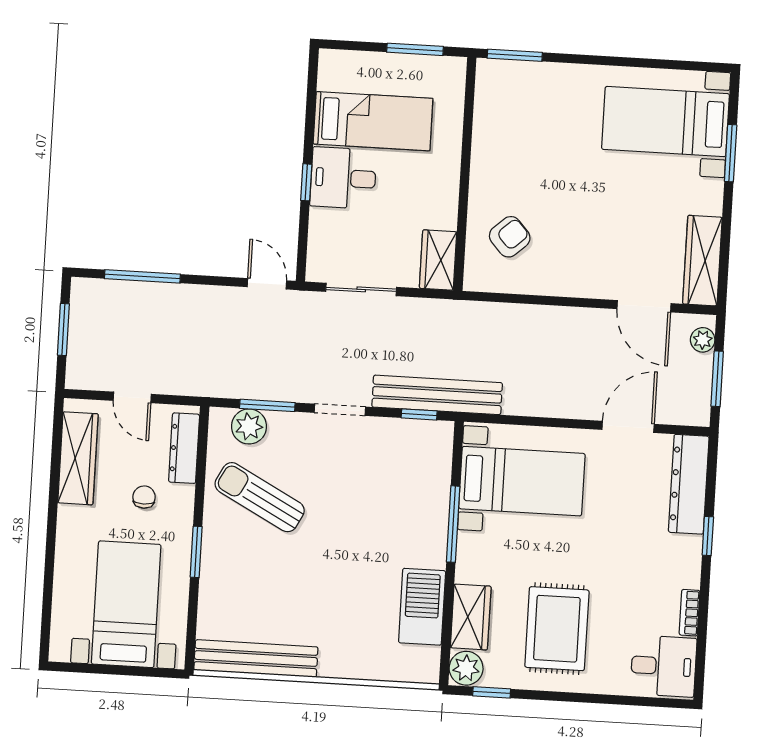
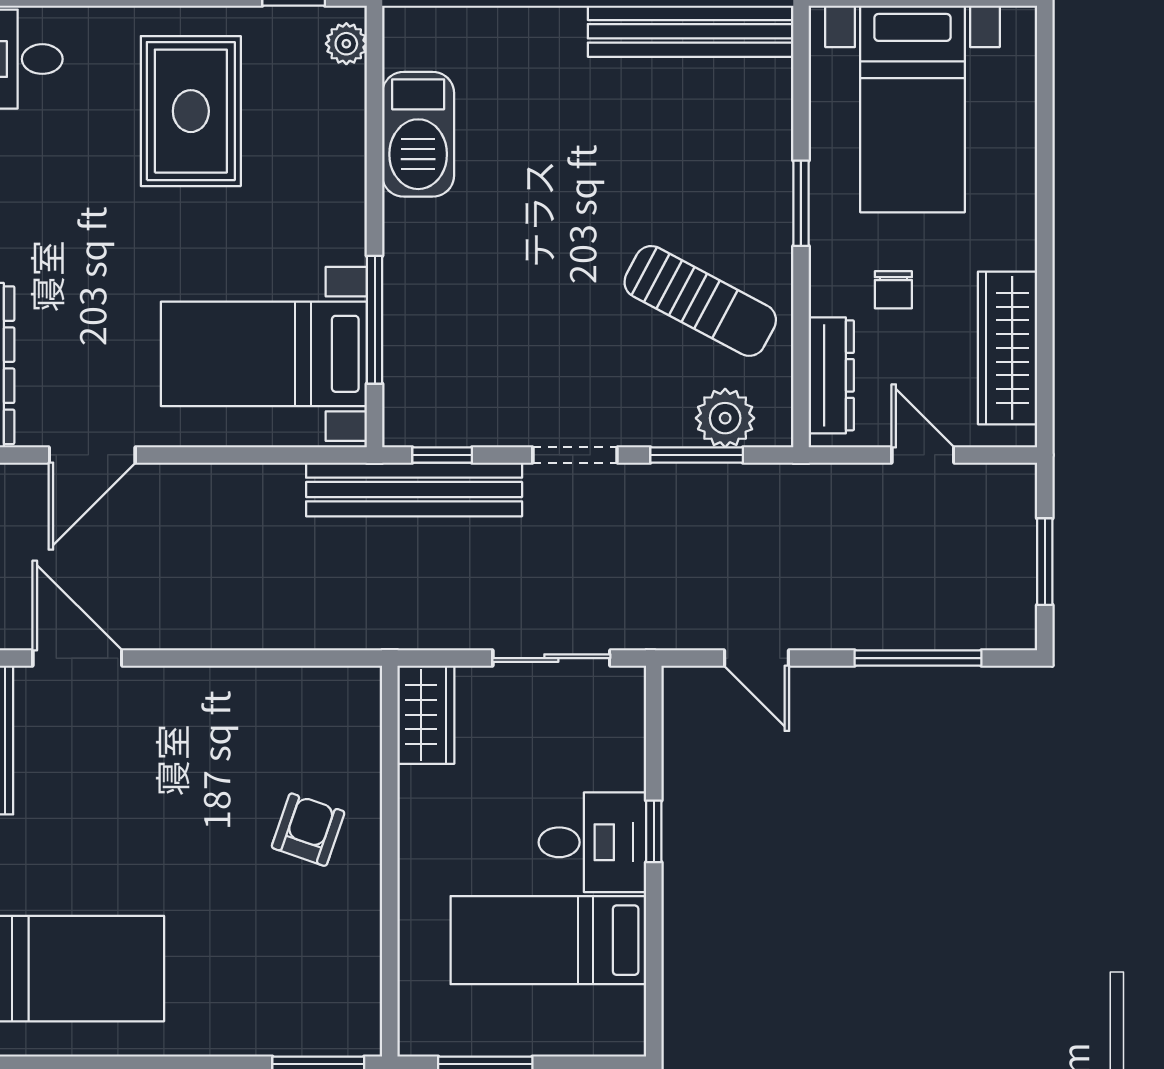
armchair: (510, 237) -> (308, 830), moved, turned 151
door: (267, 284) -> (757, 658), moved
window: (453, 524) -> (375, 320), moved
wardrobe: (471, 617) -> (336, 122), removed
plant: (466, 668) -> (346, 44), width x0.73, depth x0.73

